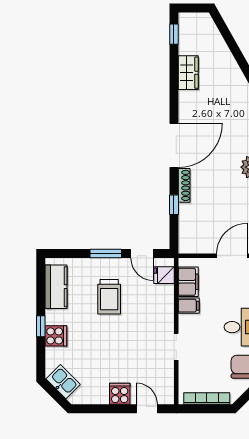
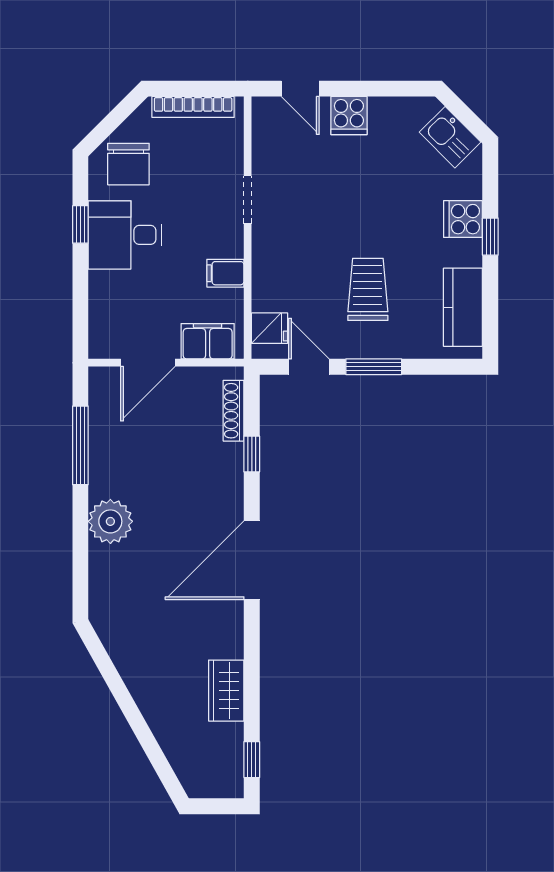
shoe rack: (184, 185) -> (234, 411), moved
filing cabinet: (188, 282) -> (208, 341), moved, turned 90

